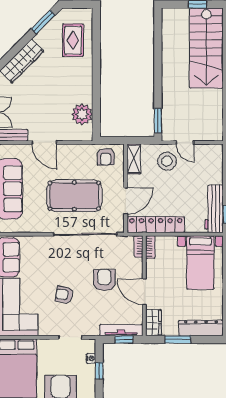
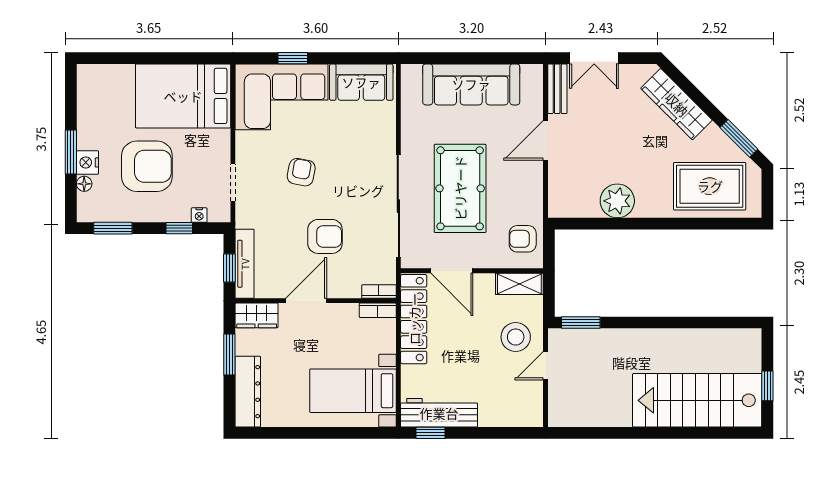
rug: (73, 40) -> (710, 186), width x1.36, depth x1.43
plant: (82, 114) -> (617, 201), moved

